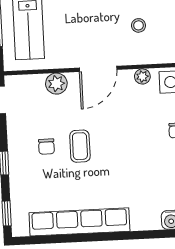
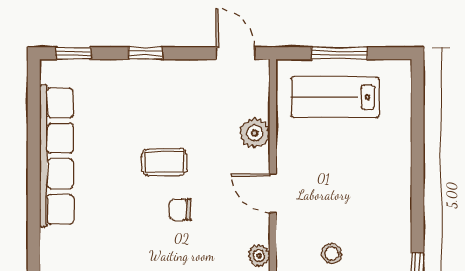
door: (98, 69) -> (273, 193), width x0.73
chair: (46, 147) -> (180, 210), moved

